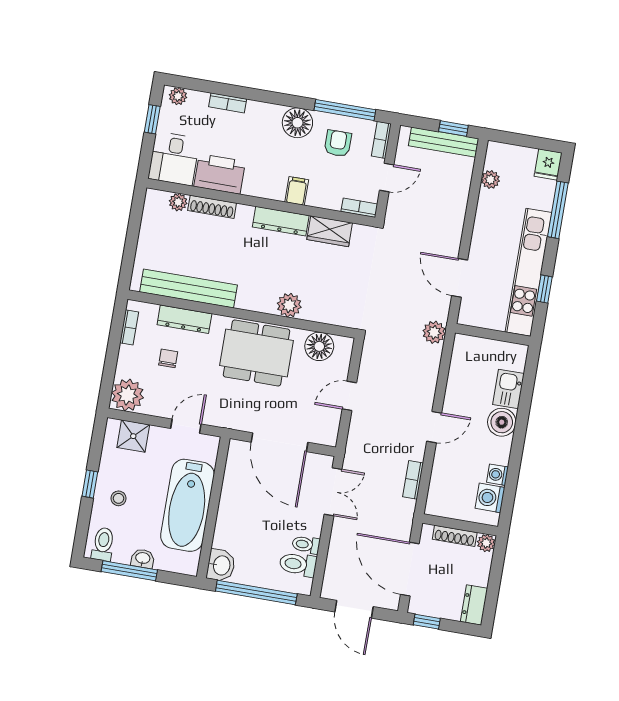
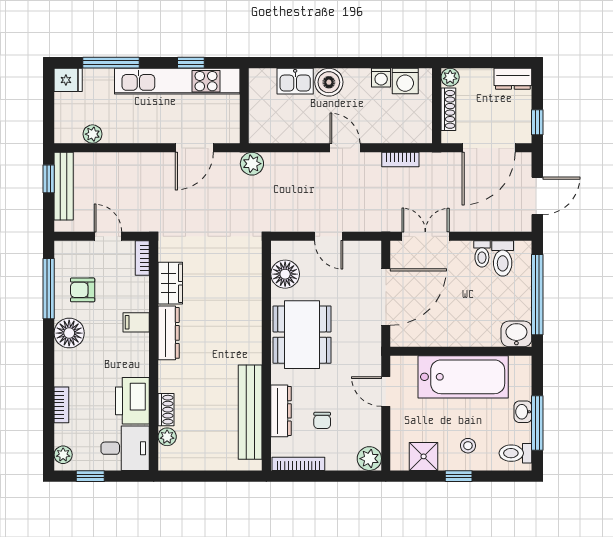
bookcase: (381, 140) -> (72, 248), removed
shoe rack: (212, 207) -> (166, 410), width x0.70
plant: (289, 305) -> (250, 311), removed
bookcase: (129, 327) -> (298, 464), width x1.56
chair: (168, 358) -> (322, 420), turned -90
plant: (127, 395) -> (369, 459), width x0.73, depth x0.73
shower: (133, 436) -> (424, 456), moved

